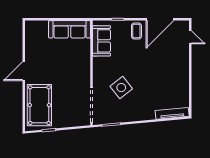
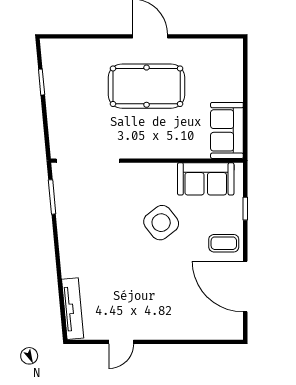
sofa: (70, 29) -> (227, 130), width x0.73
door: (190, 37) -> (121, 342), moved
side table: (121, 88) -> (161, 223), moved
pool table: (39, 105) -> (147, 86), moved

